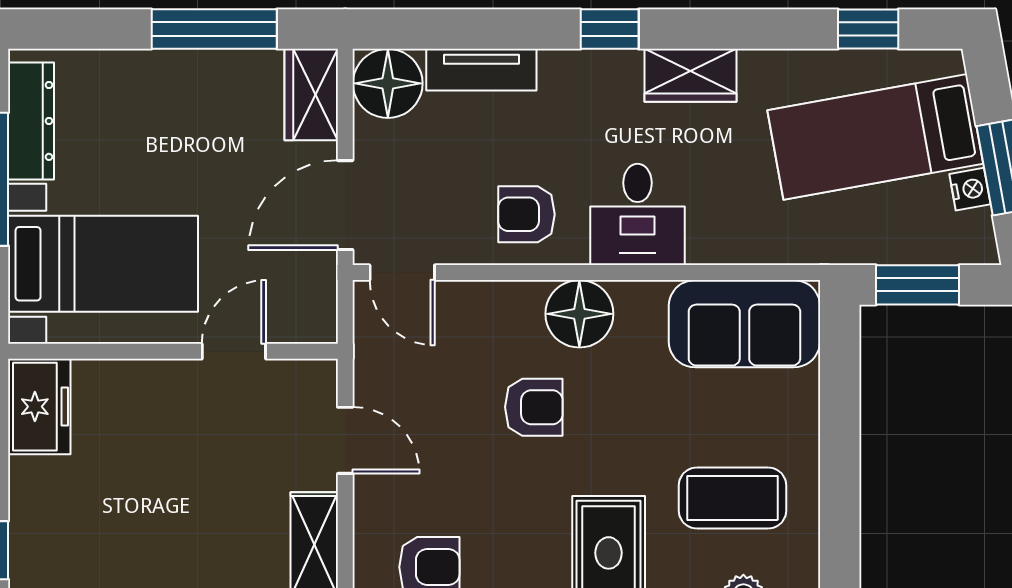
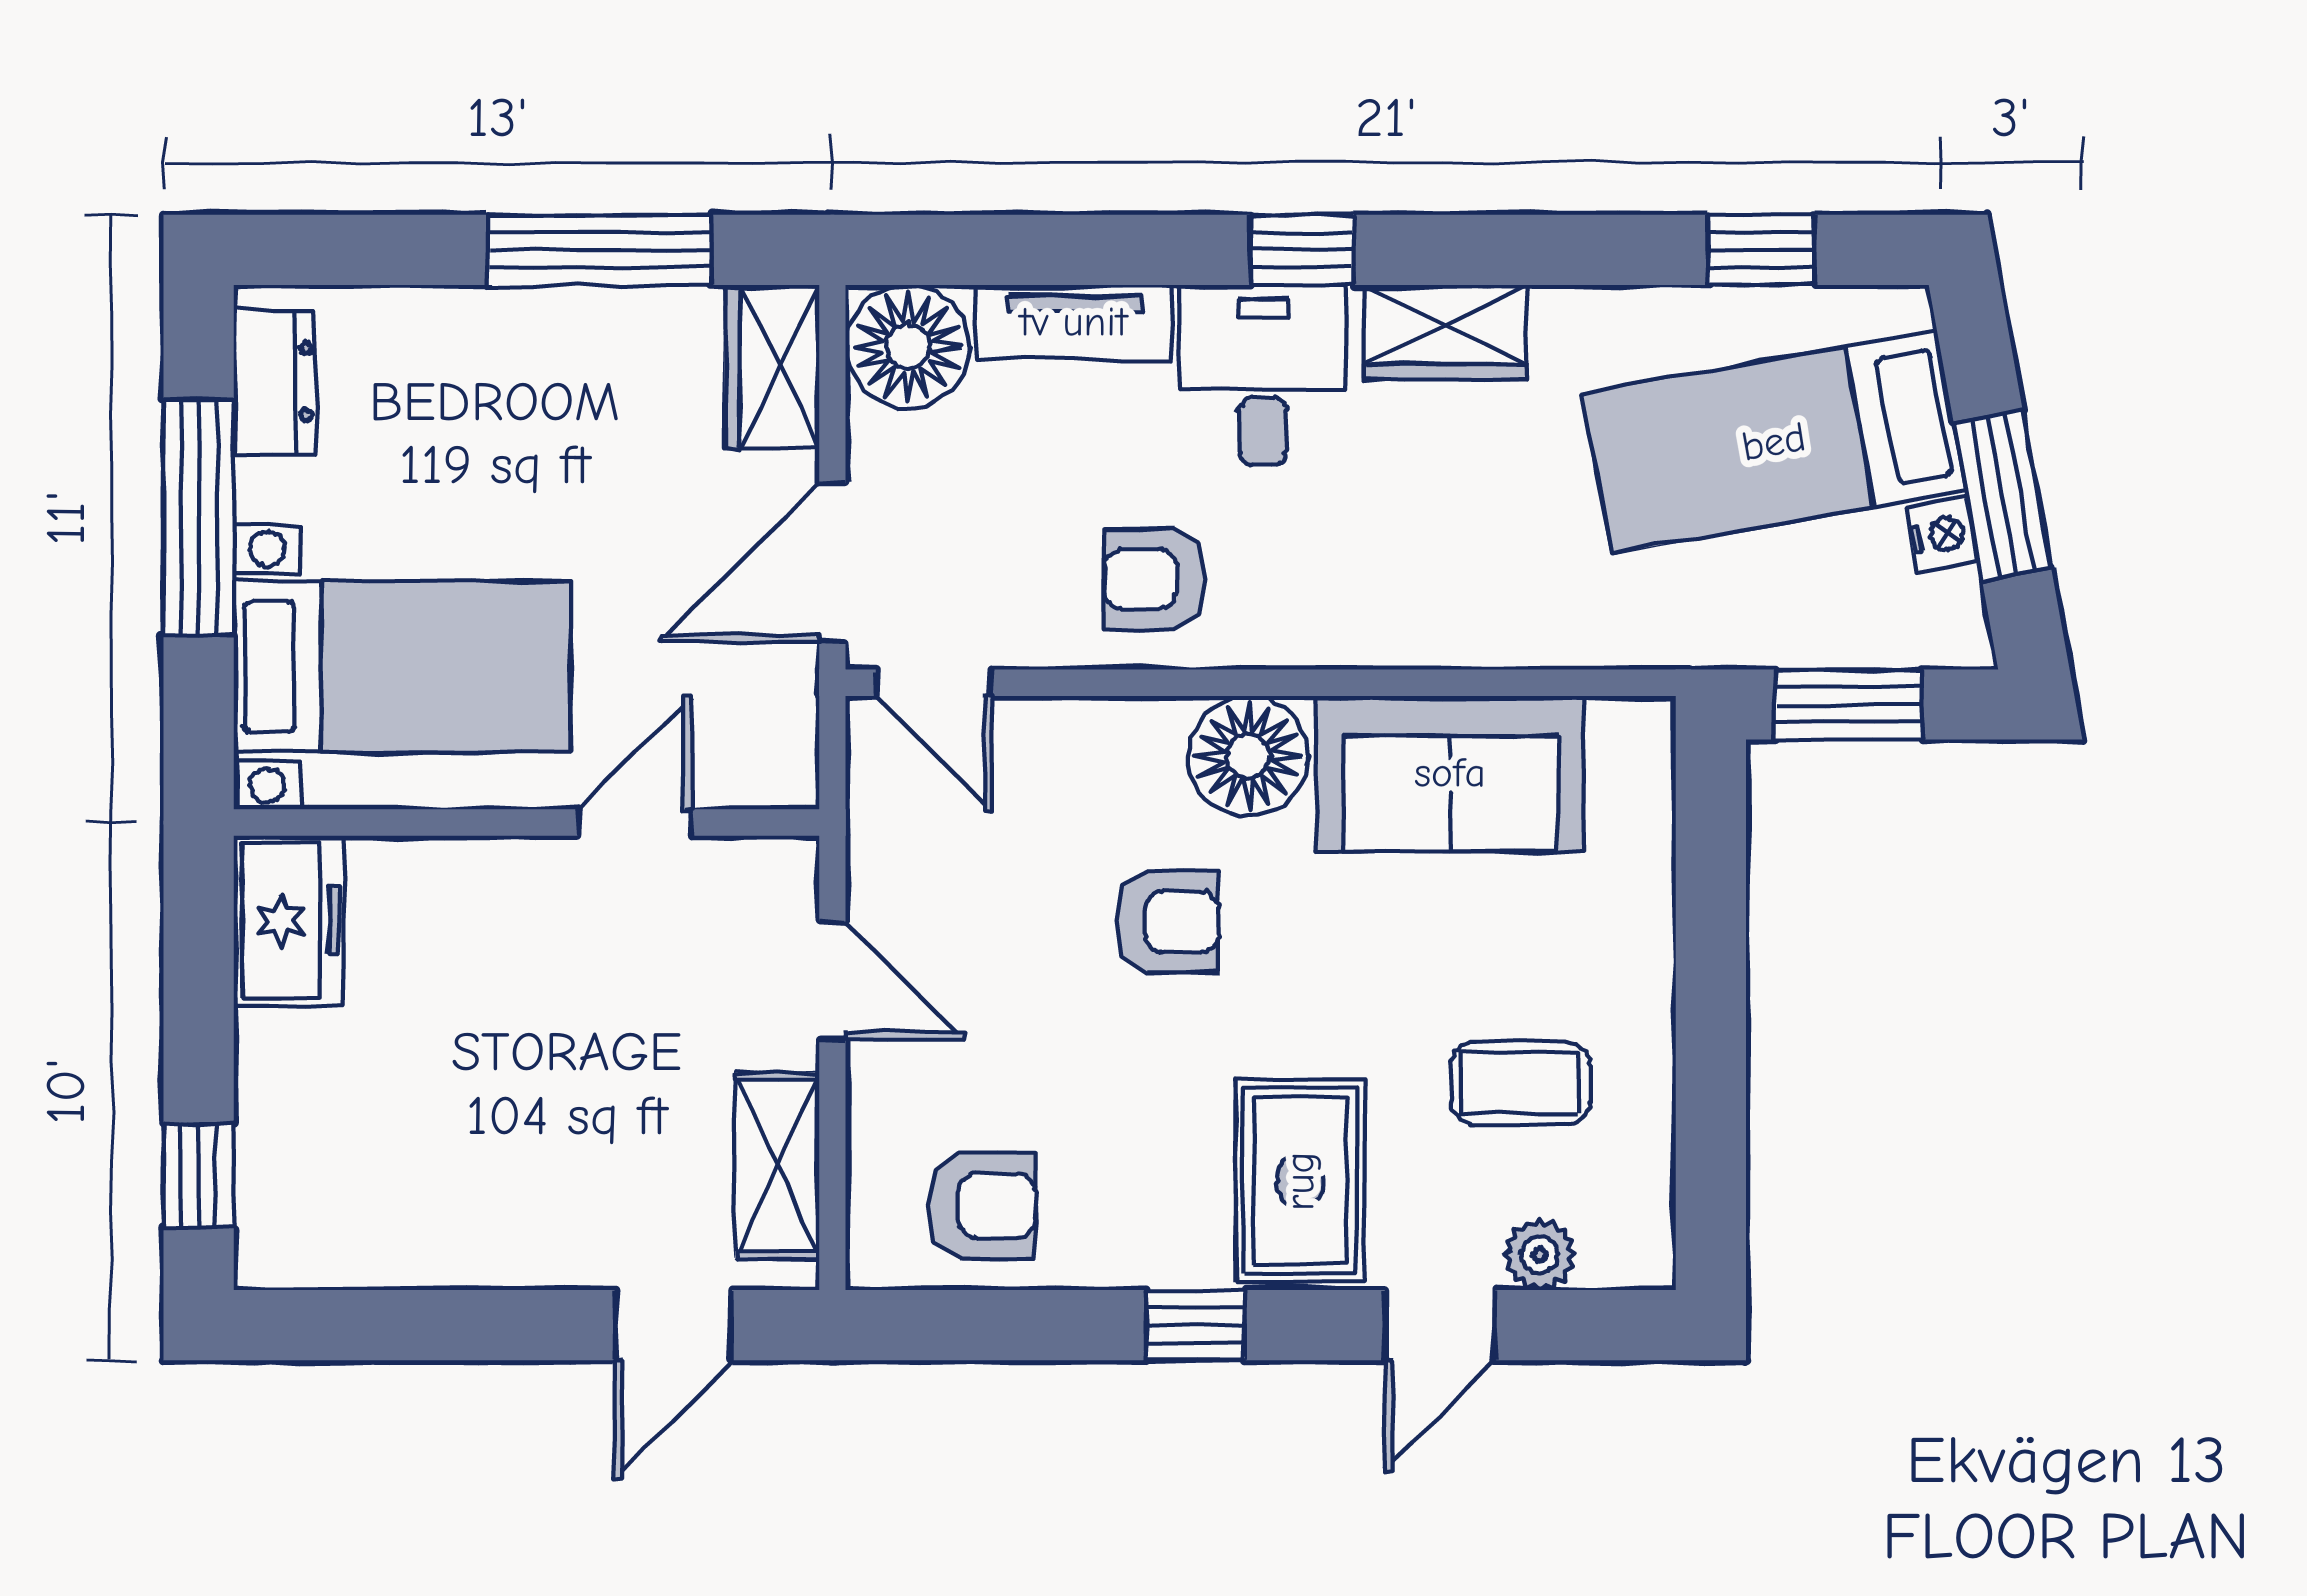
dresser: (31, 121) -> (274, 382), width x0.70
desk: (638, 214) -> (1263, 375), moved, turned 180
sofa: (744, 324) -> (1450, 773), moved
coffee table: (732, 498) -> (1520, 1083), width x0.73, depth x0.77

